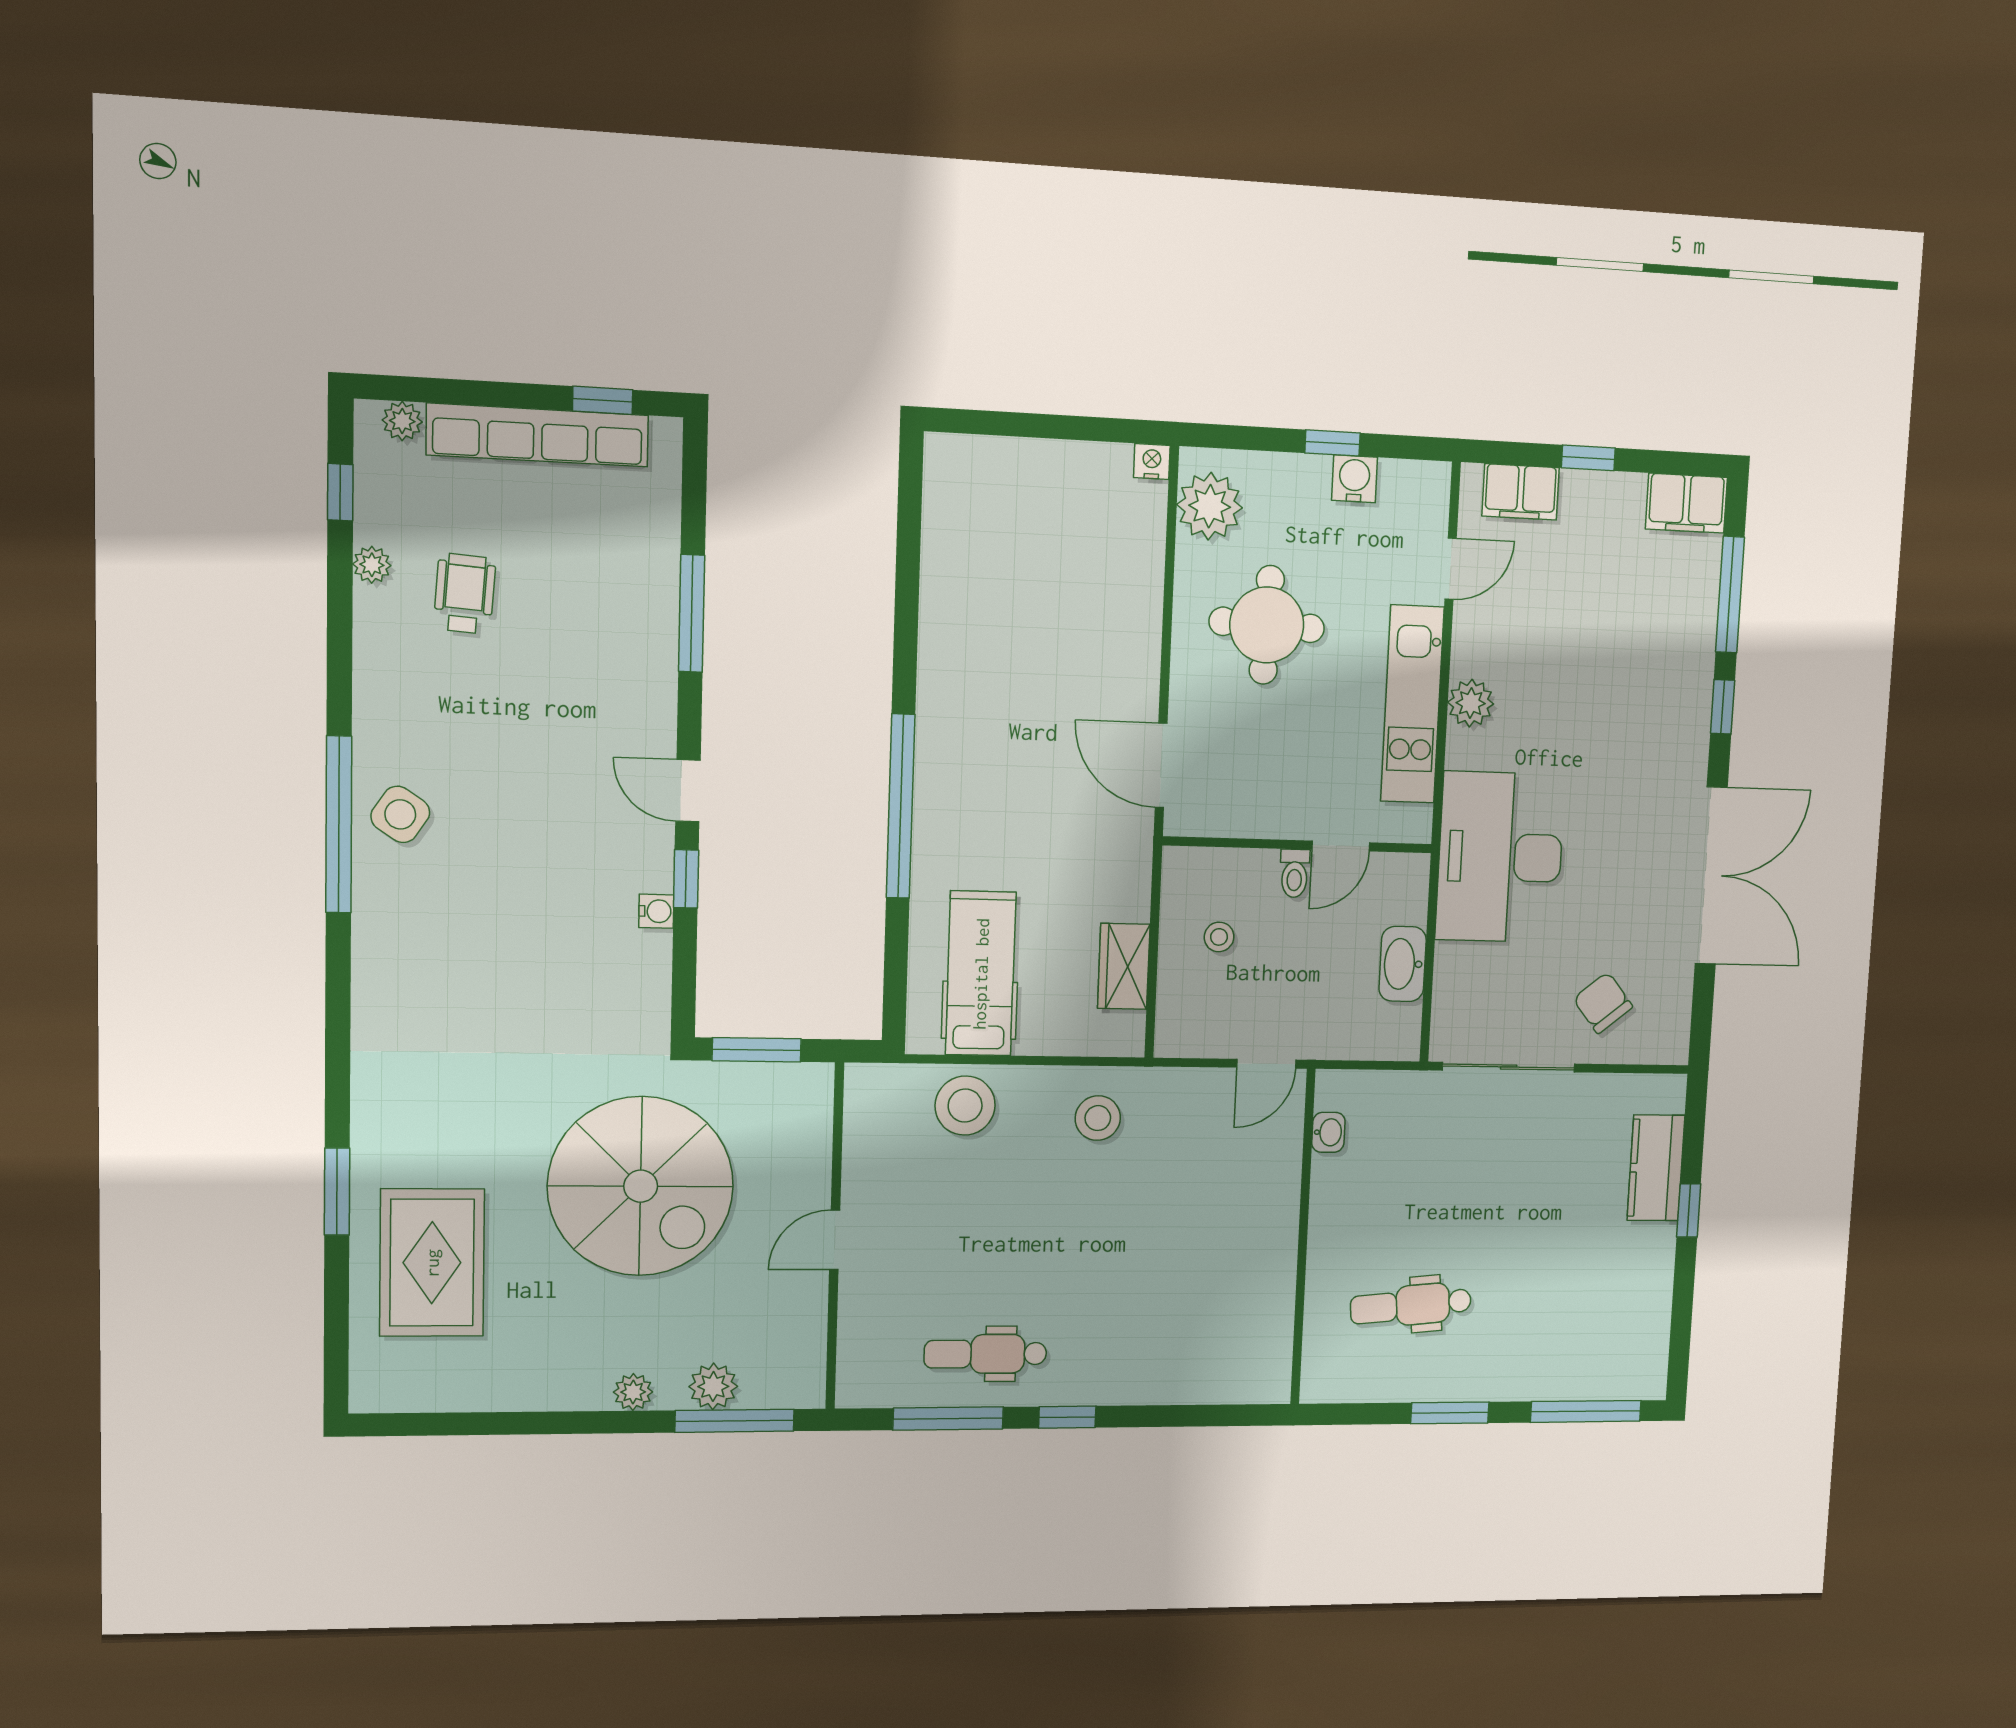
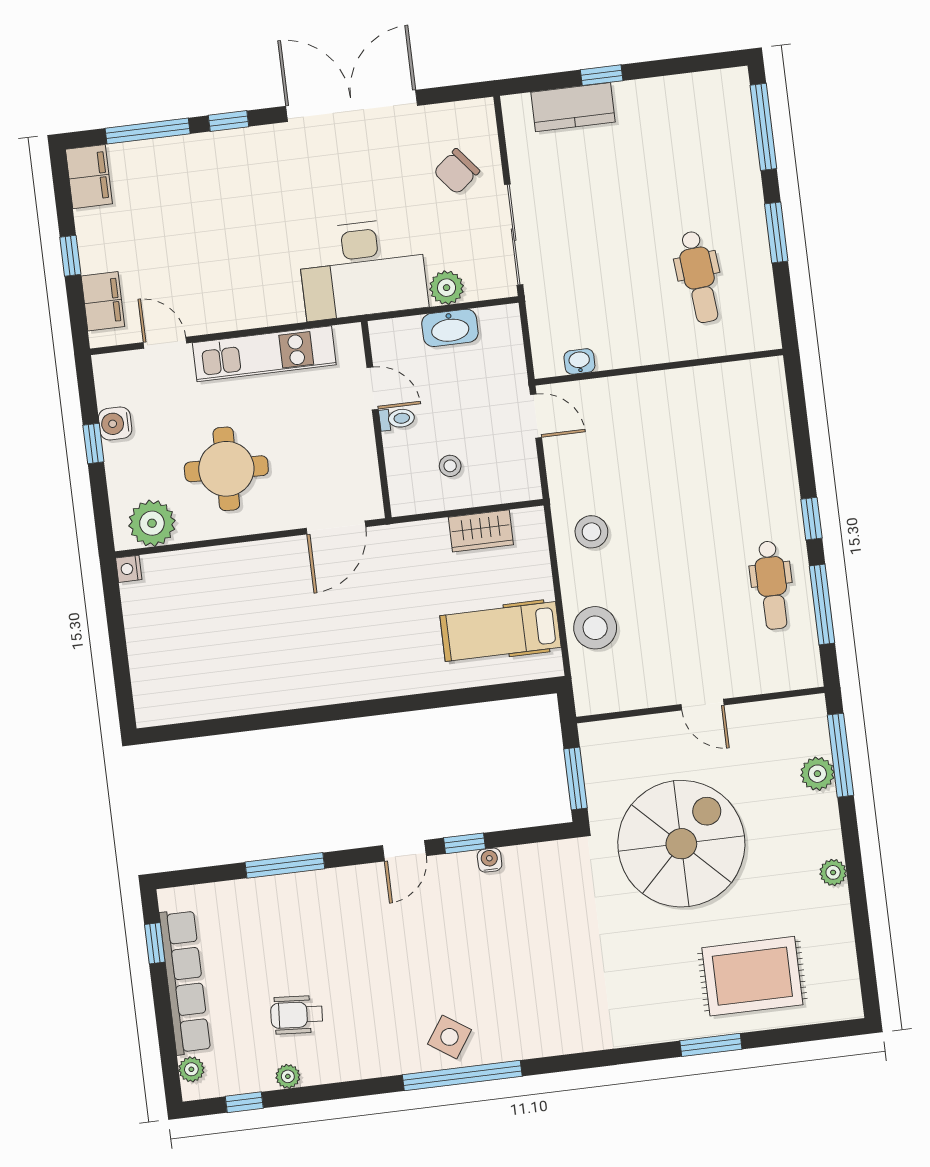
plant: (1471, 703) -> (447, 288), moved
window: (901, 806) -> (393, 705), removed
plant: (633, 1392) -> (833, 872), moved

